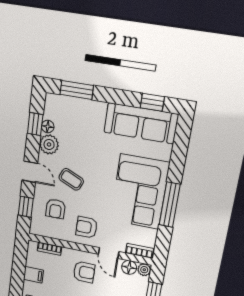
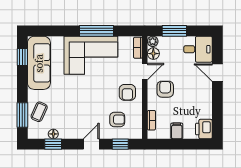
plant: (49, 144) -> (67, 131), removed
coffee table: (71, 179) -> (39, 112), moved

